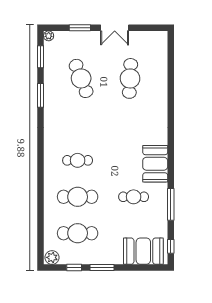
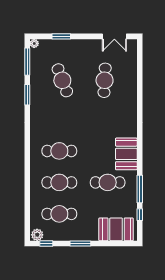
double door: (115, 28) -> (114, 36), moved
window: (40, 57) -> (27, 62), width x1.44
cafe table: (78, 160) -> (59, 151), width x1.37, depth x1.35
cafe table: (134, 197) -> (108, 182), width x1.37, depth x1.35
window: (171, 246) -> (140, 215), moved
window: (74, 268) -> (46, 243), moved

